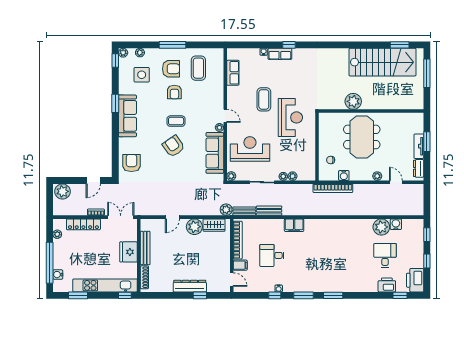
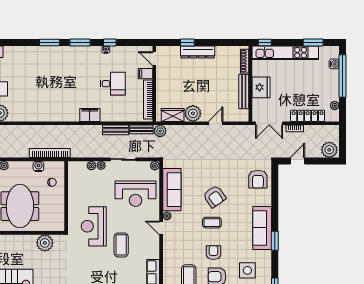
plant: (353, 101) -> (45, 243), moved

